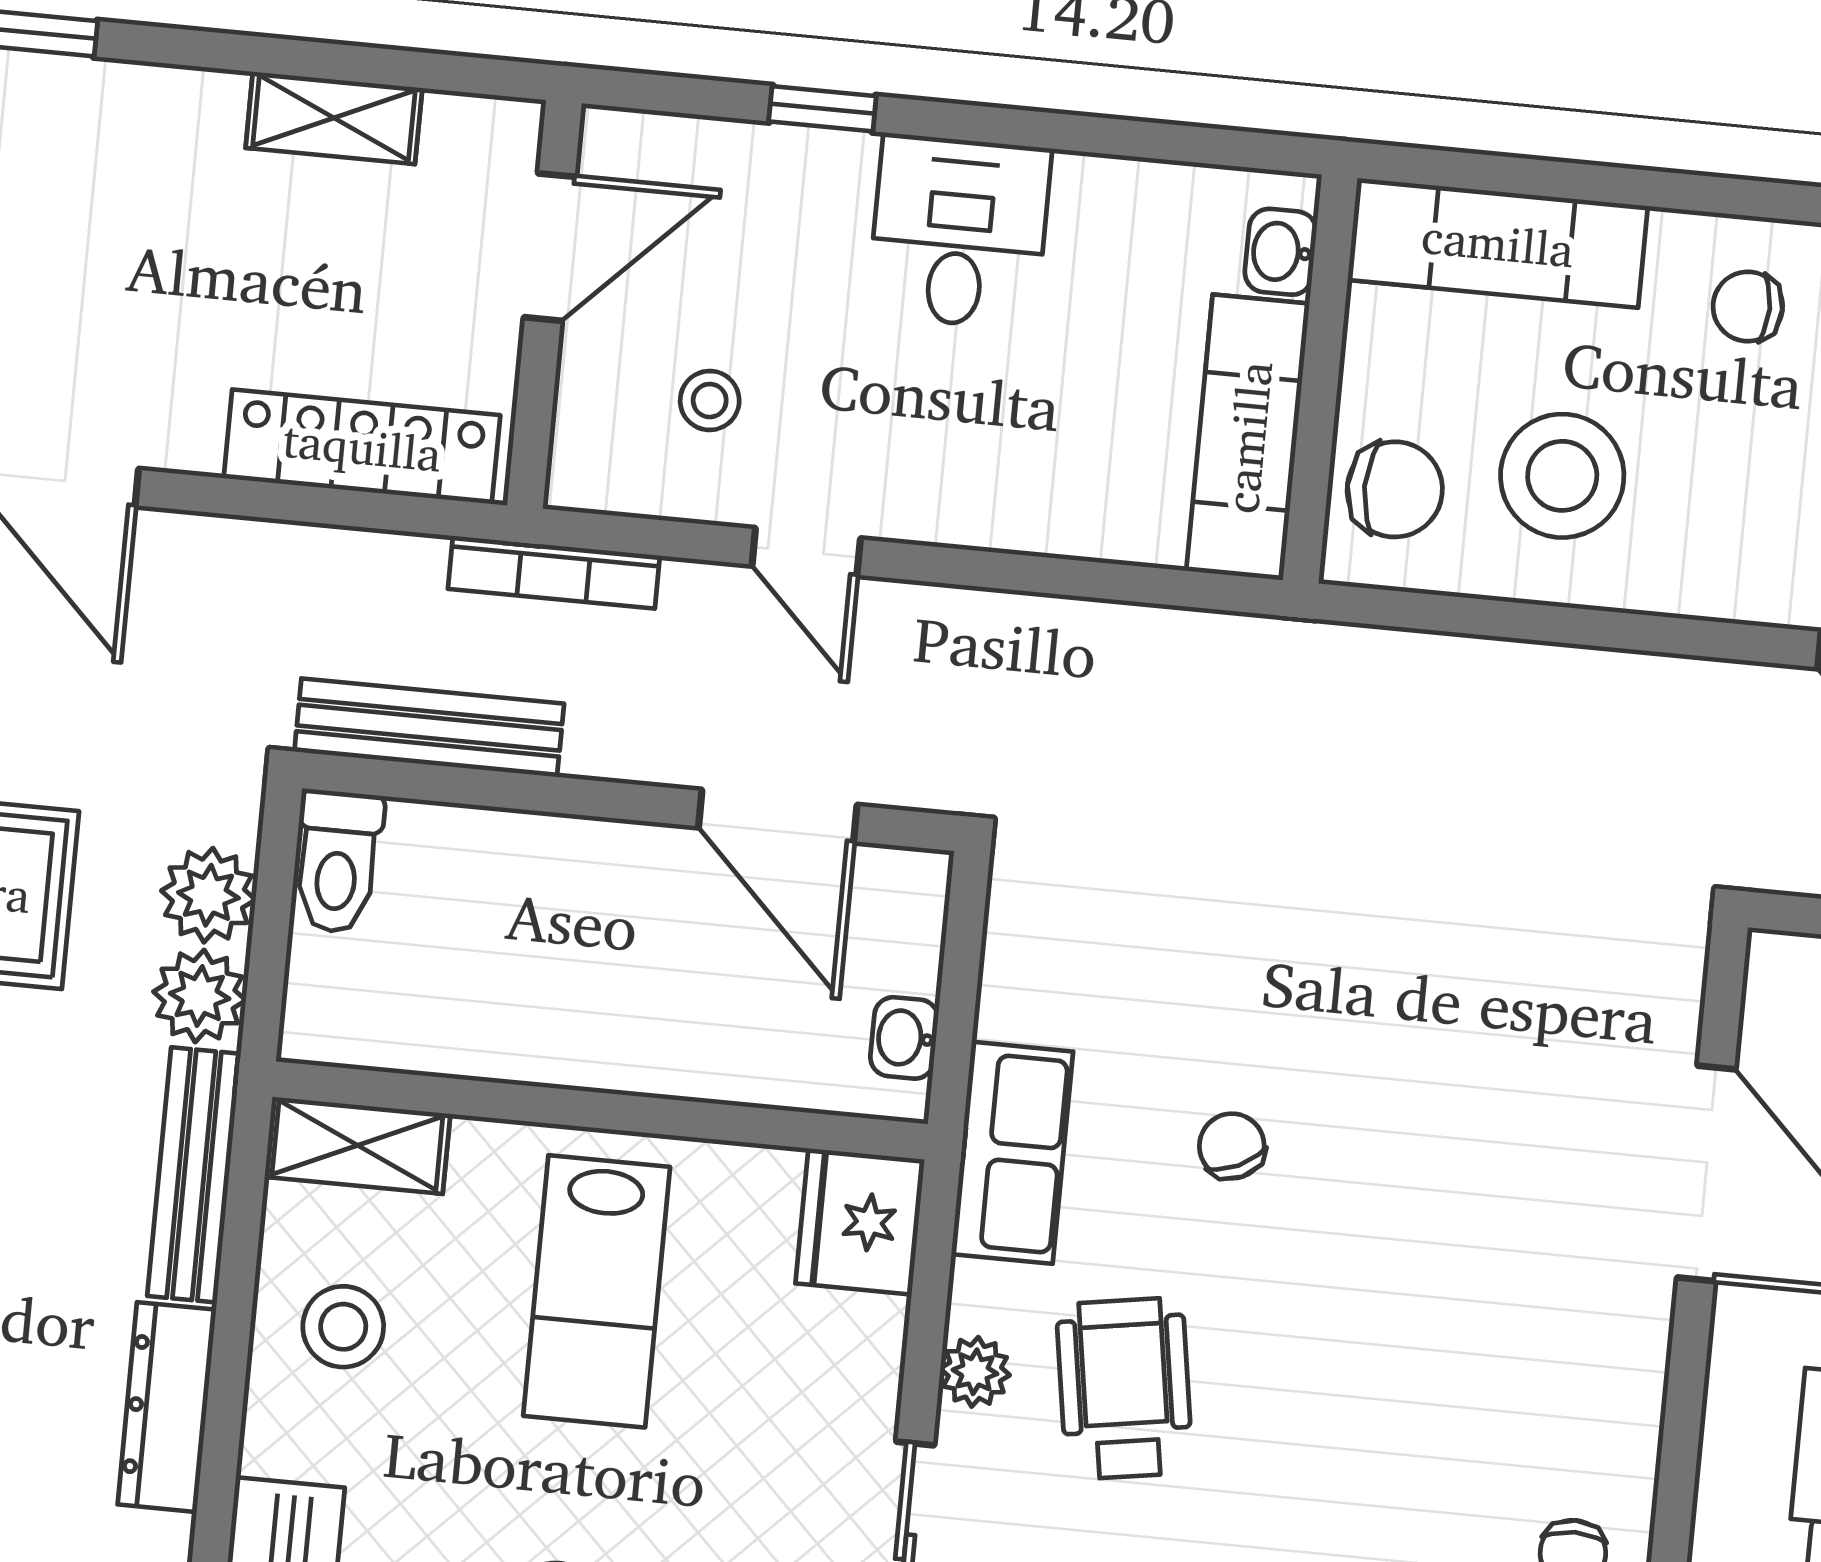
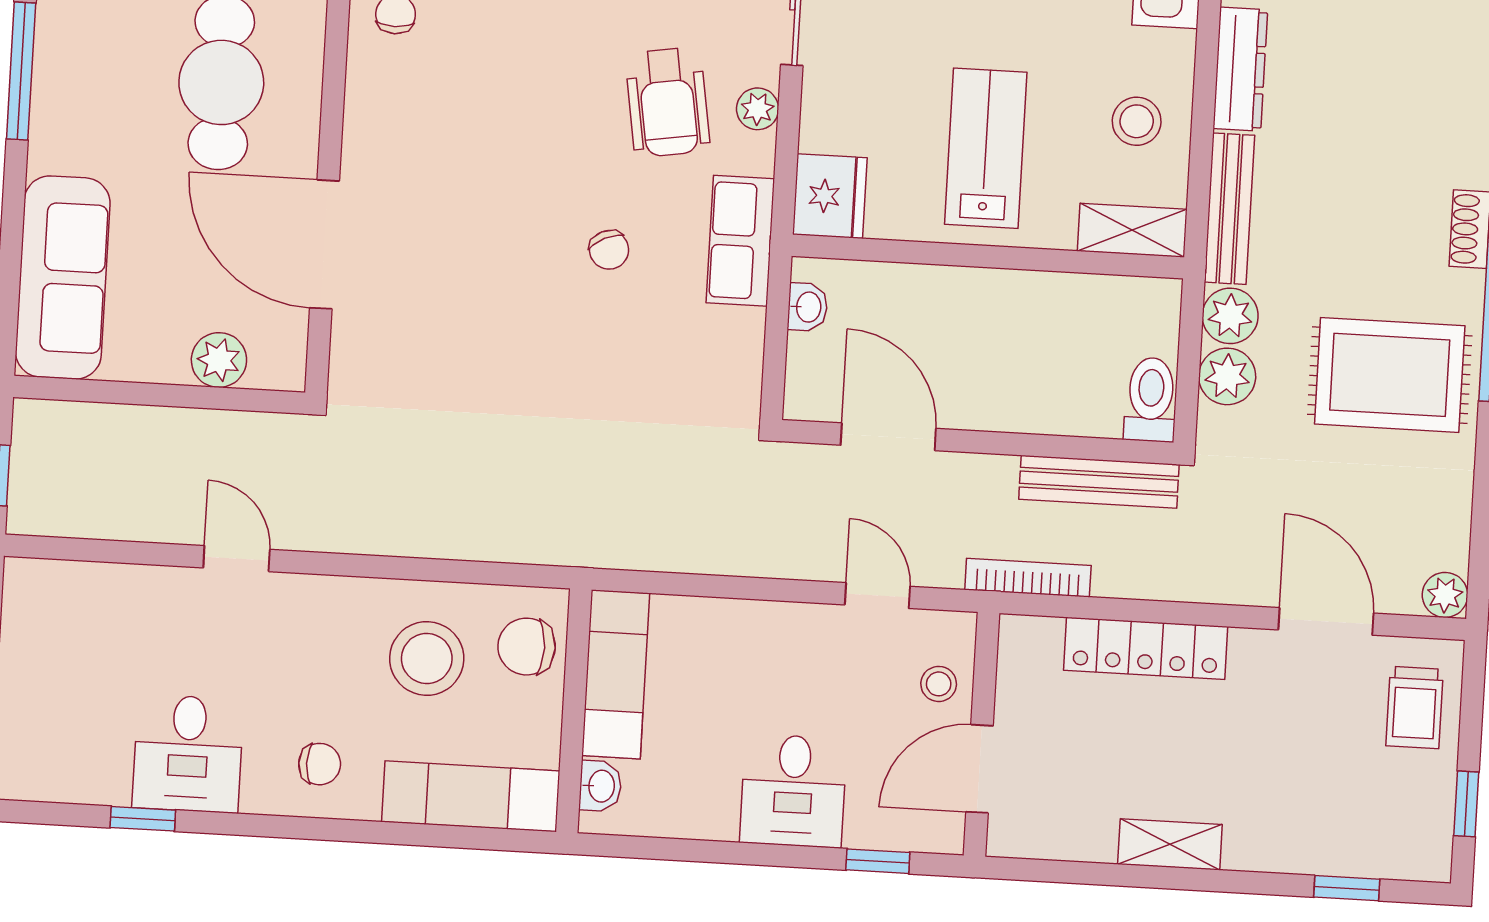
door: (550, 247) -> (980, 769), moved
wall: (544, 304) -> (982, 734), moved

